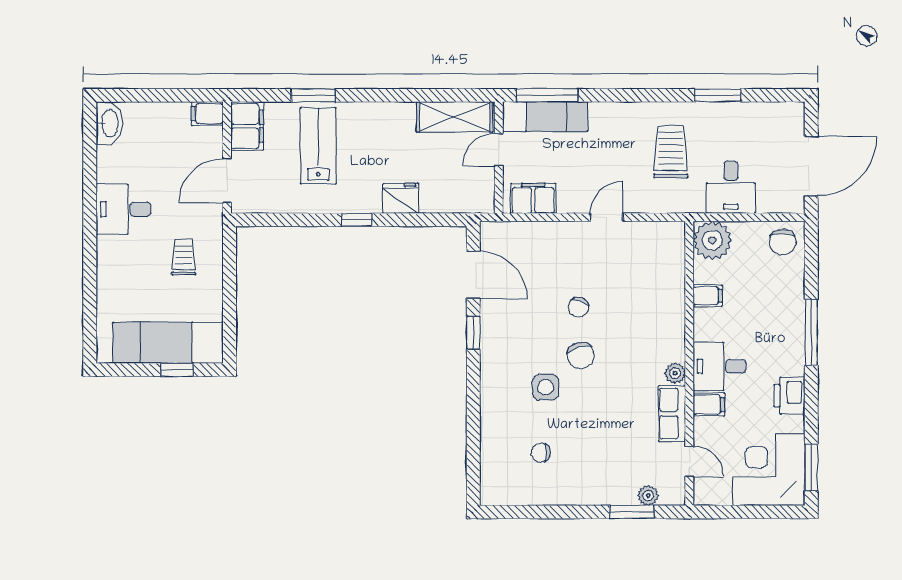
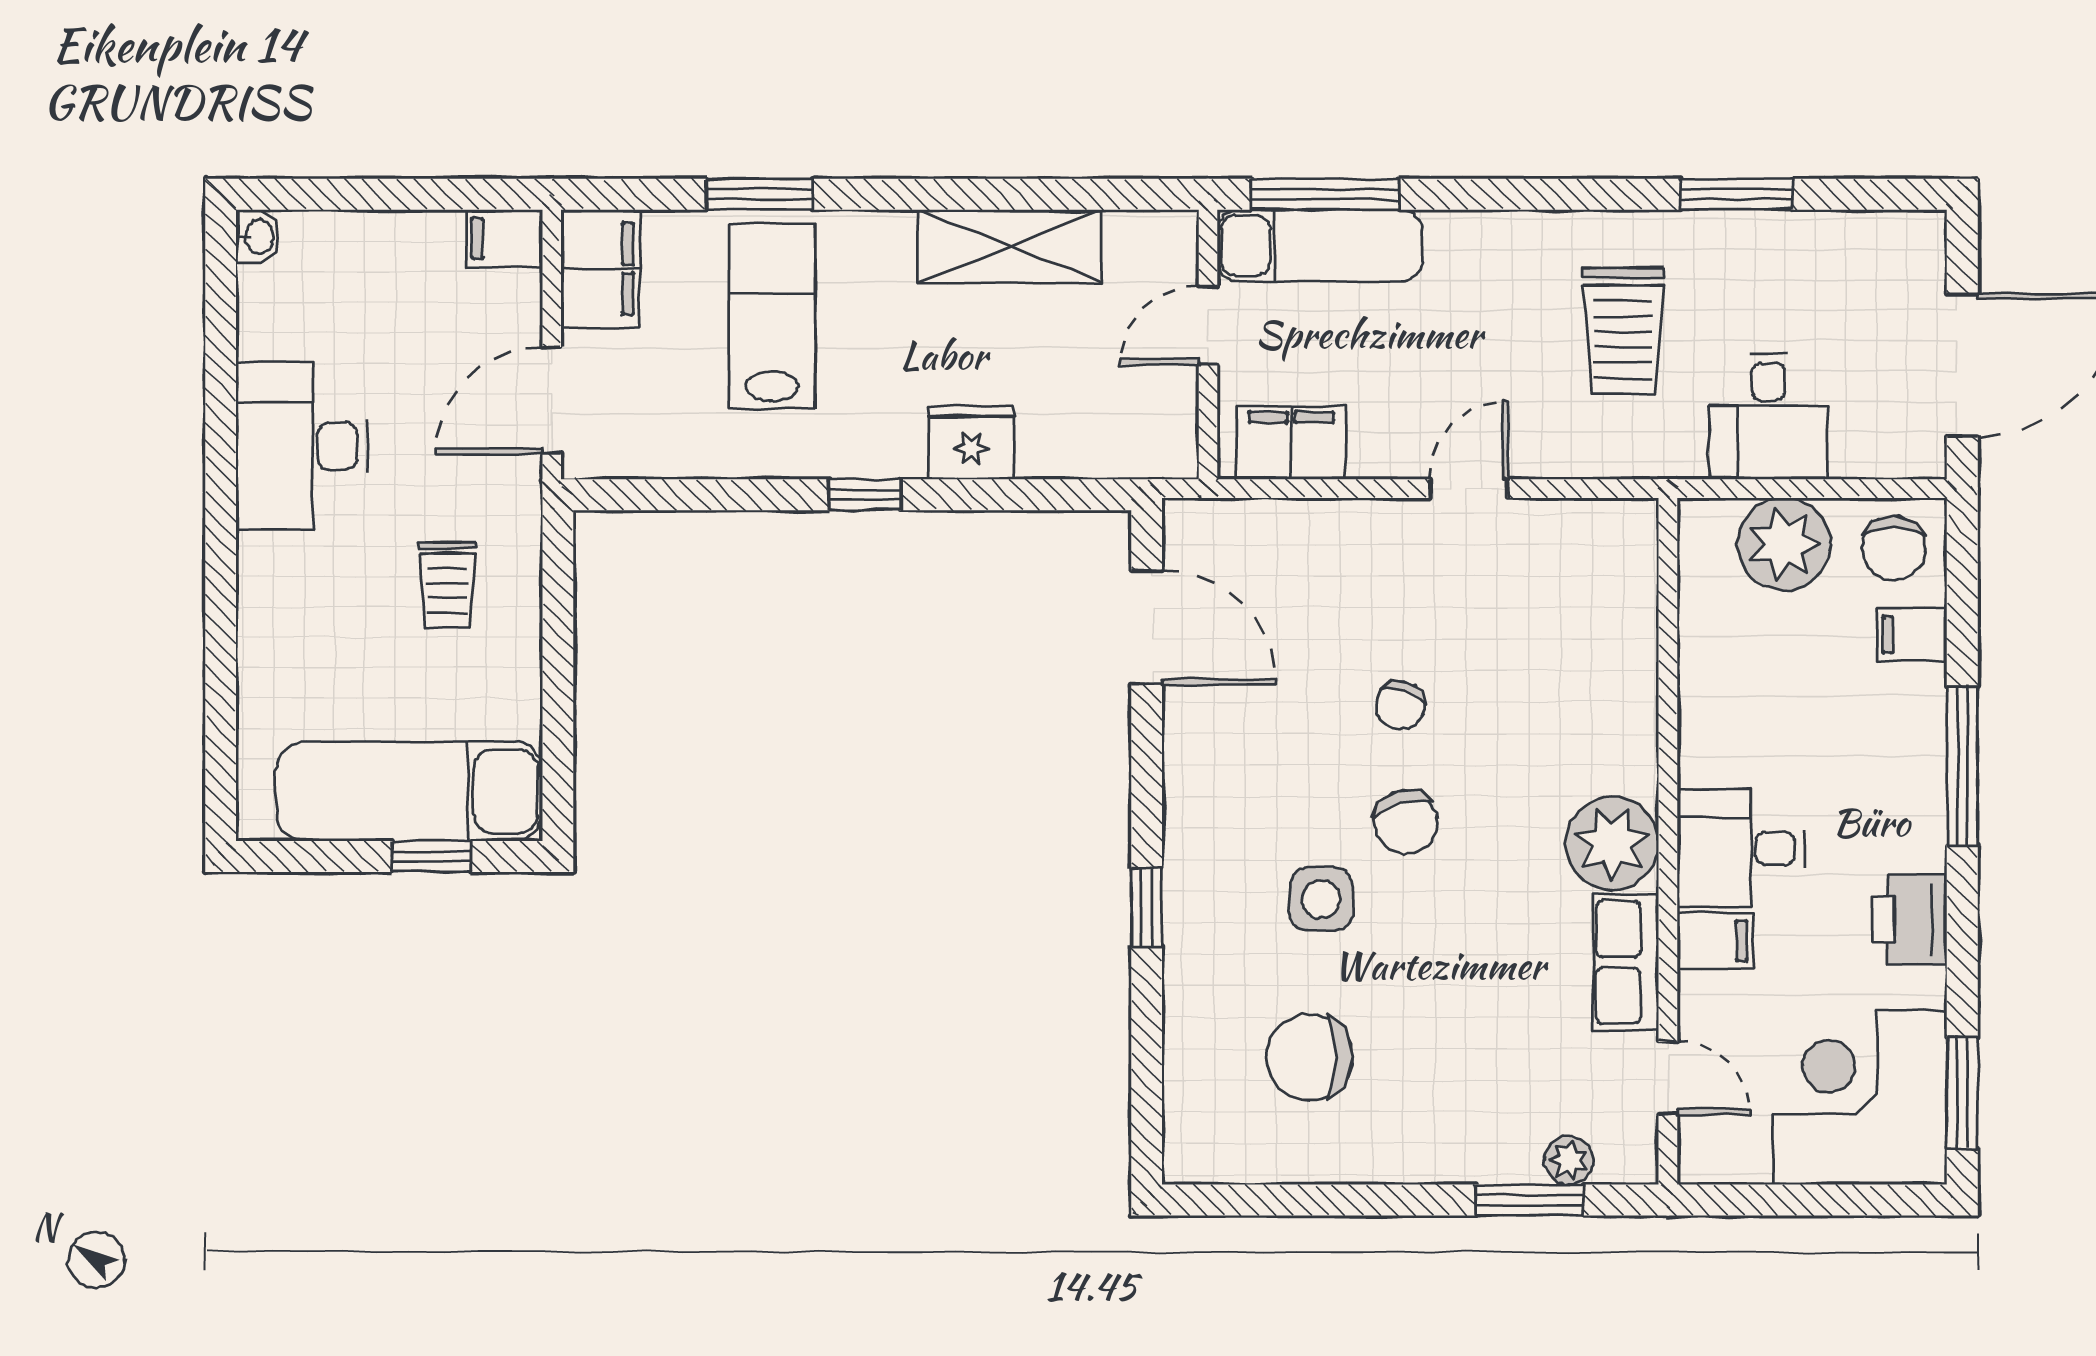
shelving: (455, 117) -> (1010, 246), moved
washbasin: (109, 123) -> (258, 237), width x0.52, depth x0.69
trolley: (671, 152) -> (1623, 331), turned 180
desk: (123, 209) -> (302, 446), width x1.37
plant: (712, 240) -> (1784, 544), moved
trolley: (184, 257) -> (447, 585), turned 180
filing cabinet: (708, 296) -> (1912, 635), moved, turned 180
window: (473, 333) -> (1147, 907), moved
plant: (675, 373) -> (1612, 843), width x1.87, depth x1.87
chair: (541, 453) -> (1309, 1057), width x1.87, depth x1.87

